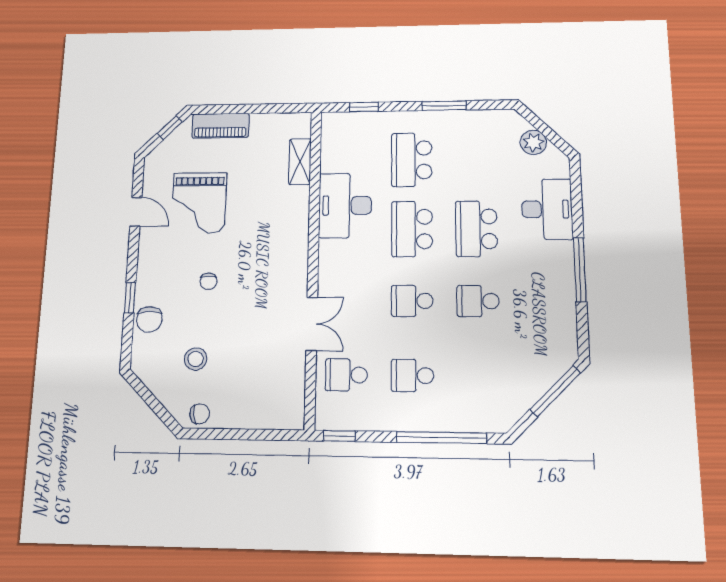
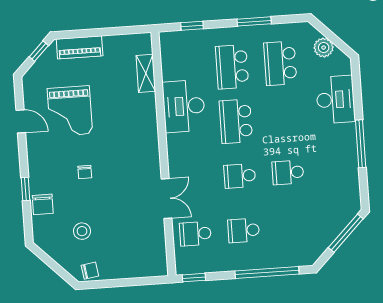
school desk: (476, 229) -> (280, 63), moved

